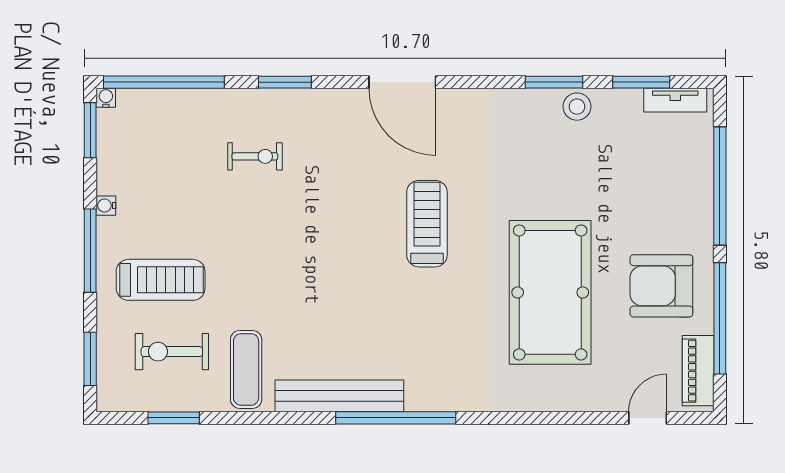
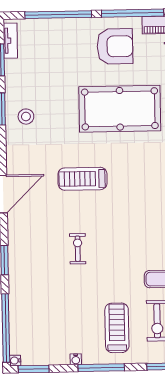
stool: (577, 107) -> (26, 117), moved
exercise bike: (255, 156) -> (78, 249), moved
armchair: (661, 286) -> (115, 46), turned -90

